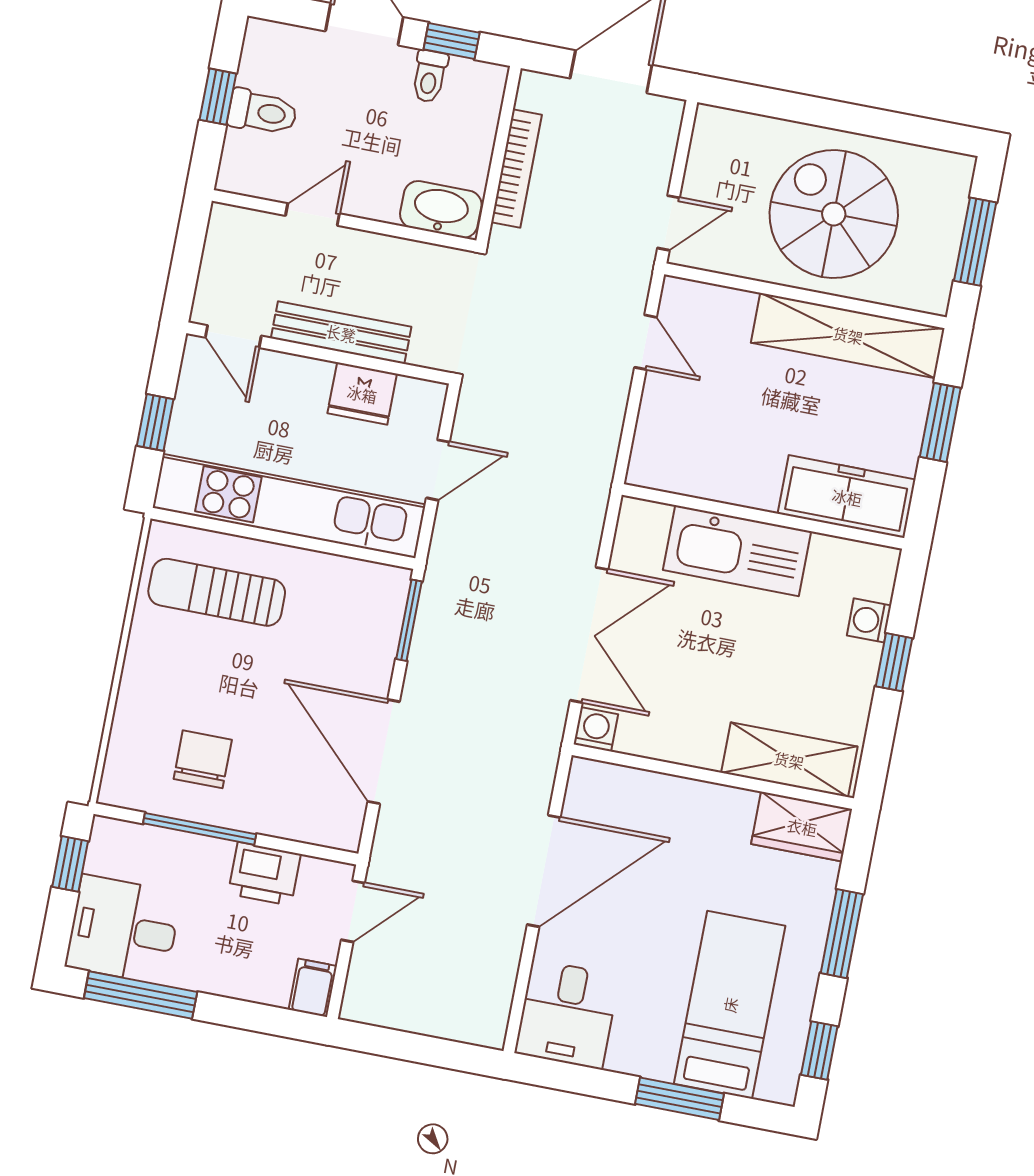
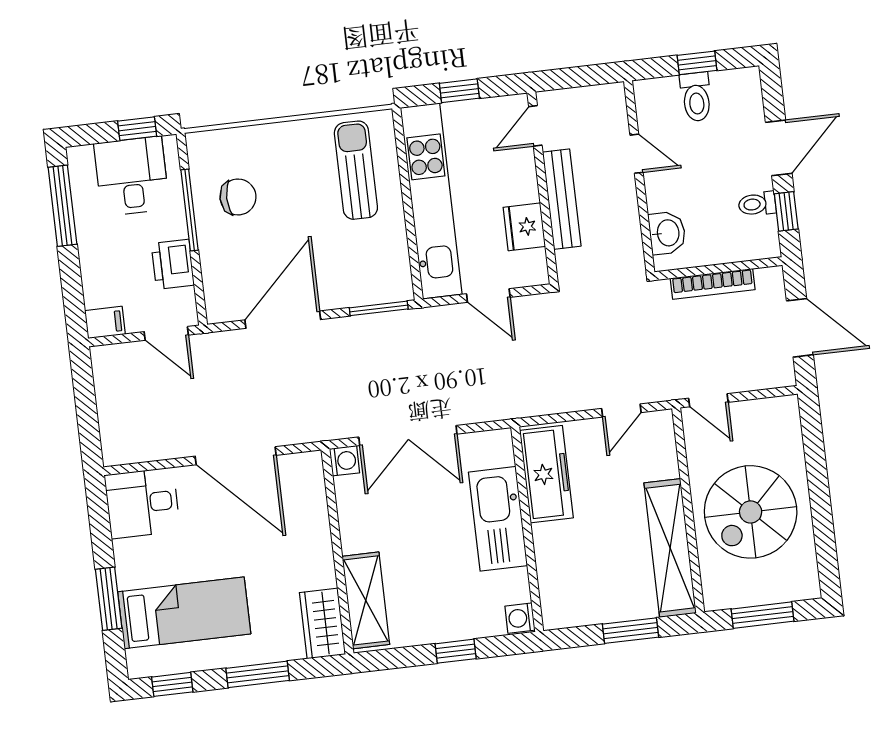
washbasin: (441, 209) -> (667, 233), width x0.72
spiral stairs: (834, 214) -> (751, 512), turned 180
freezer: (847, 497) -> (546, 474), moved
washing machine: (869, 620) -> (520, 618), moved, turned -90
desk: (123, 930) -> (132, 176), moved

